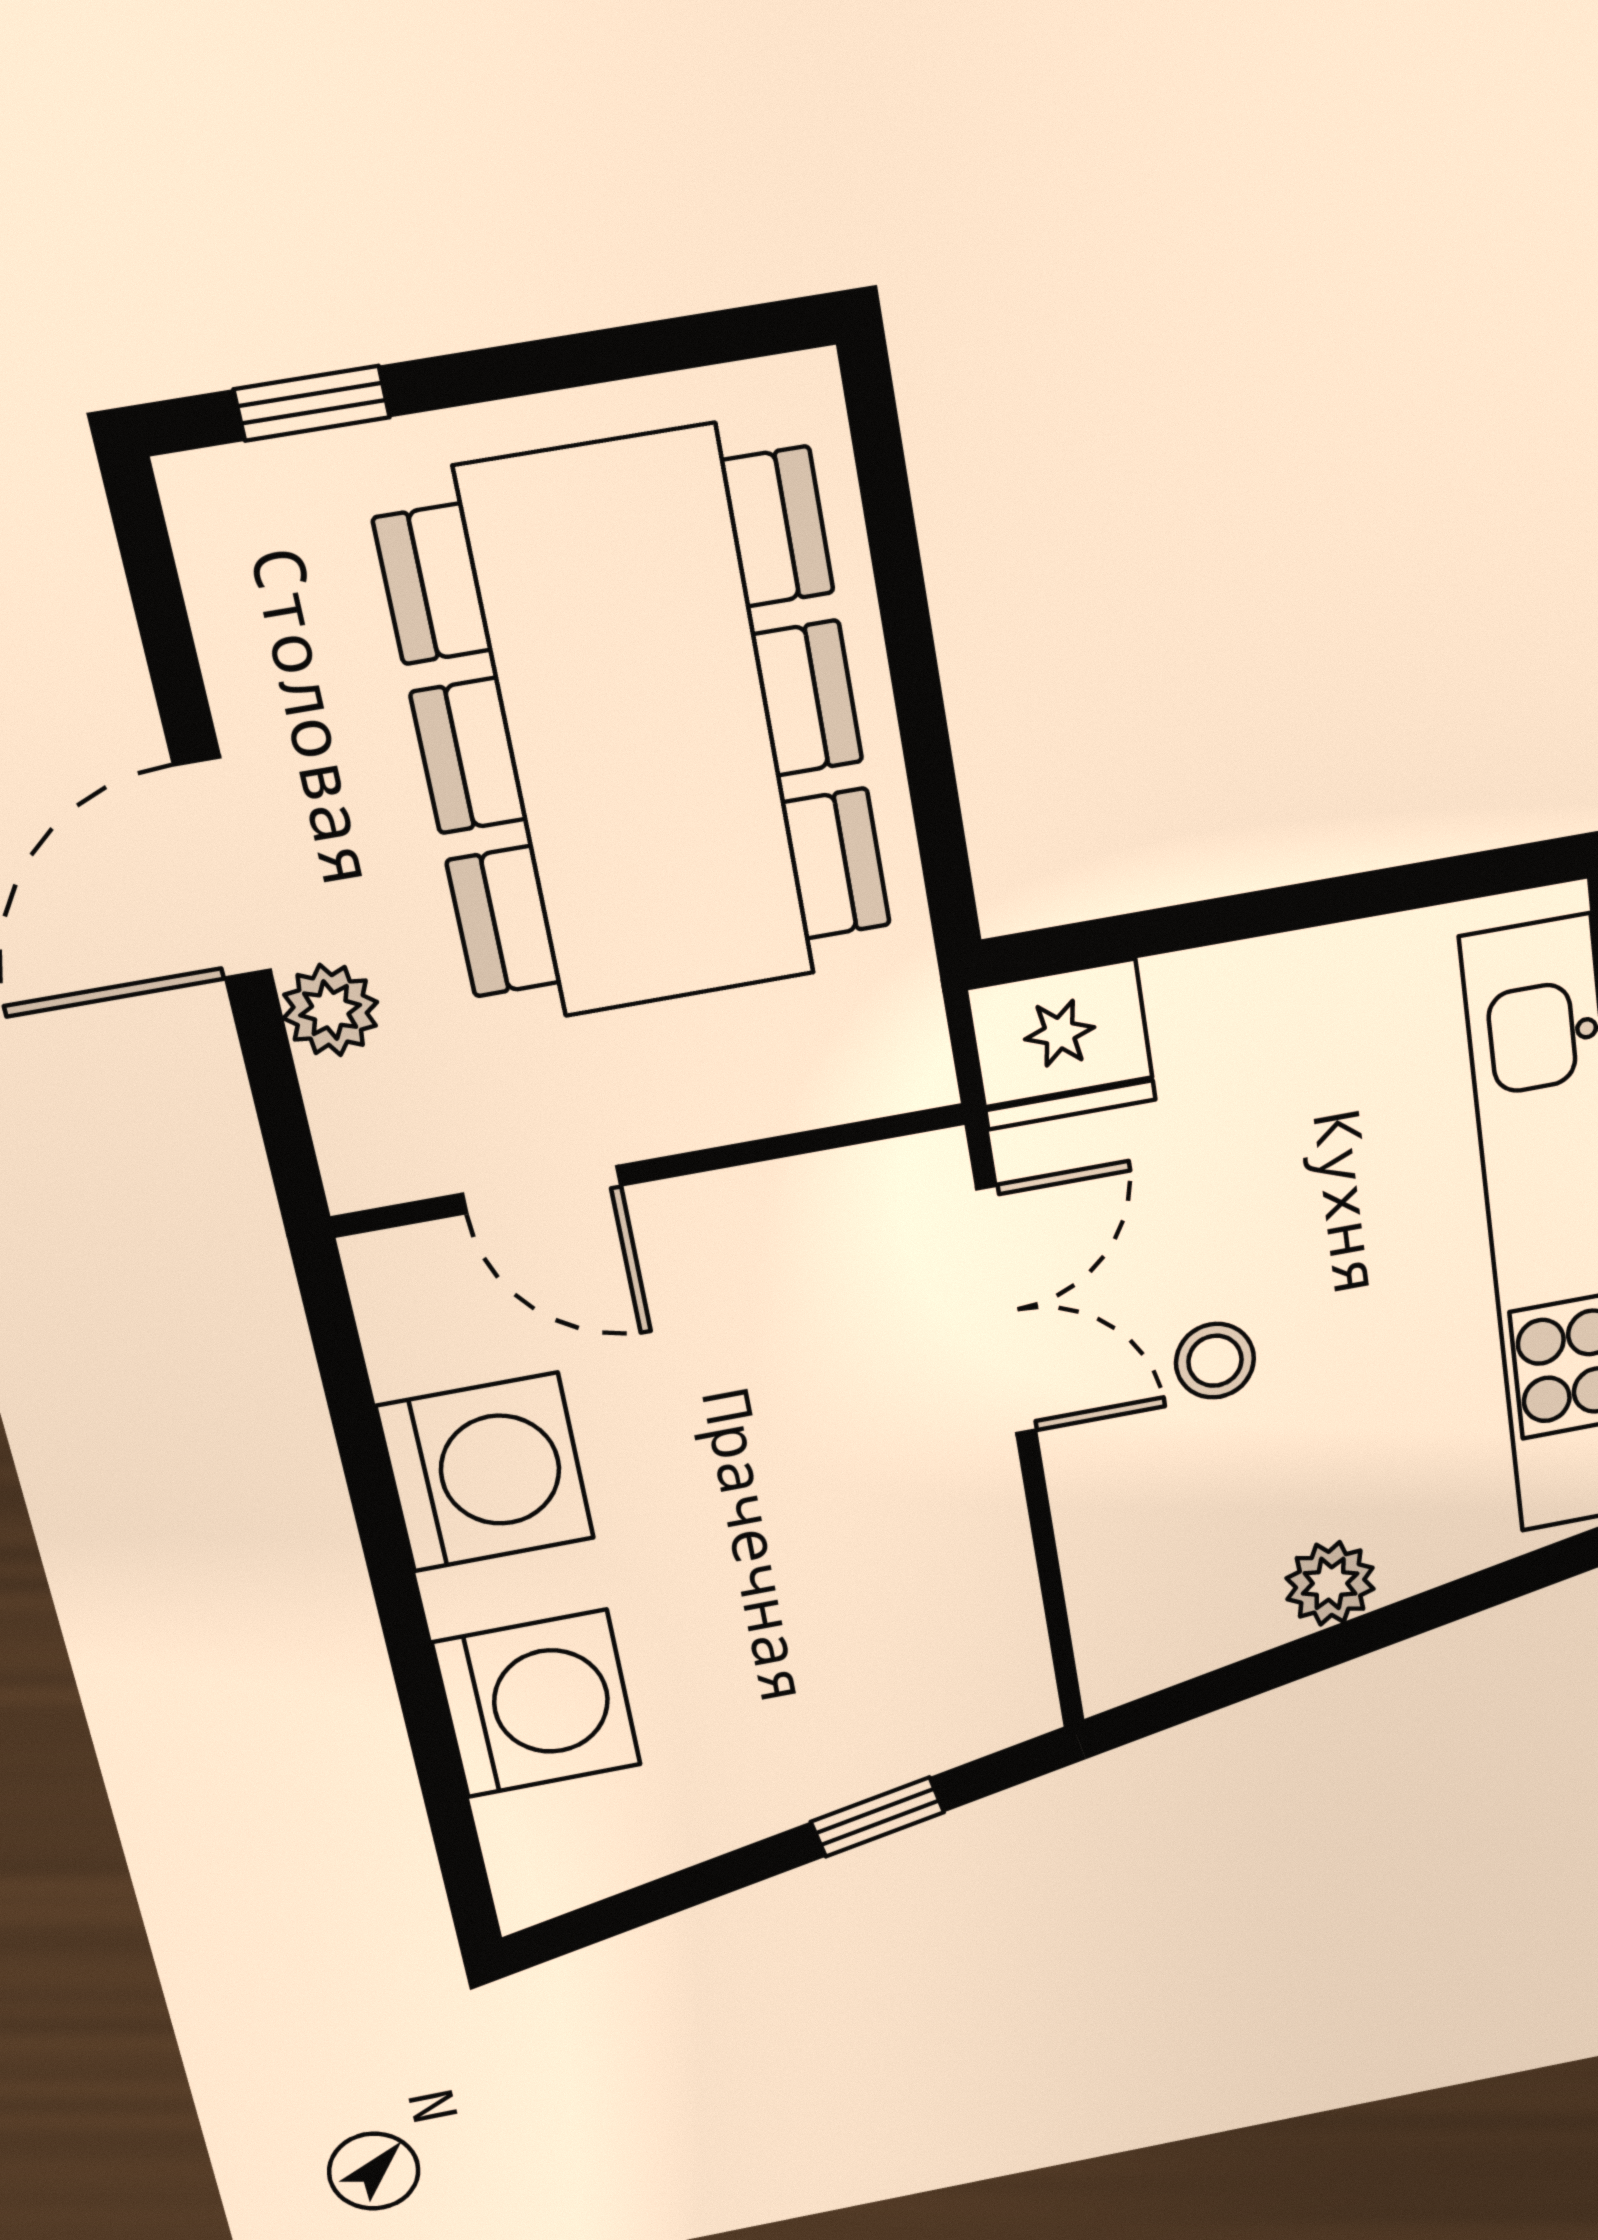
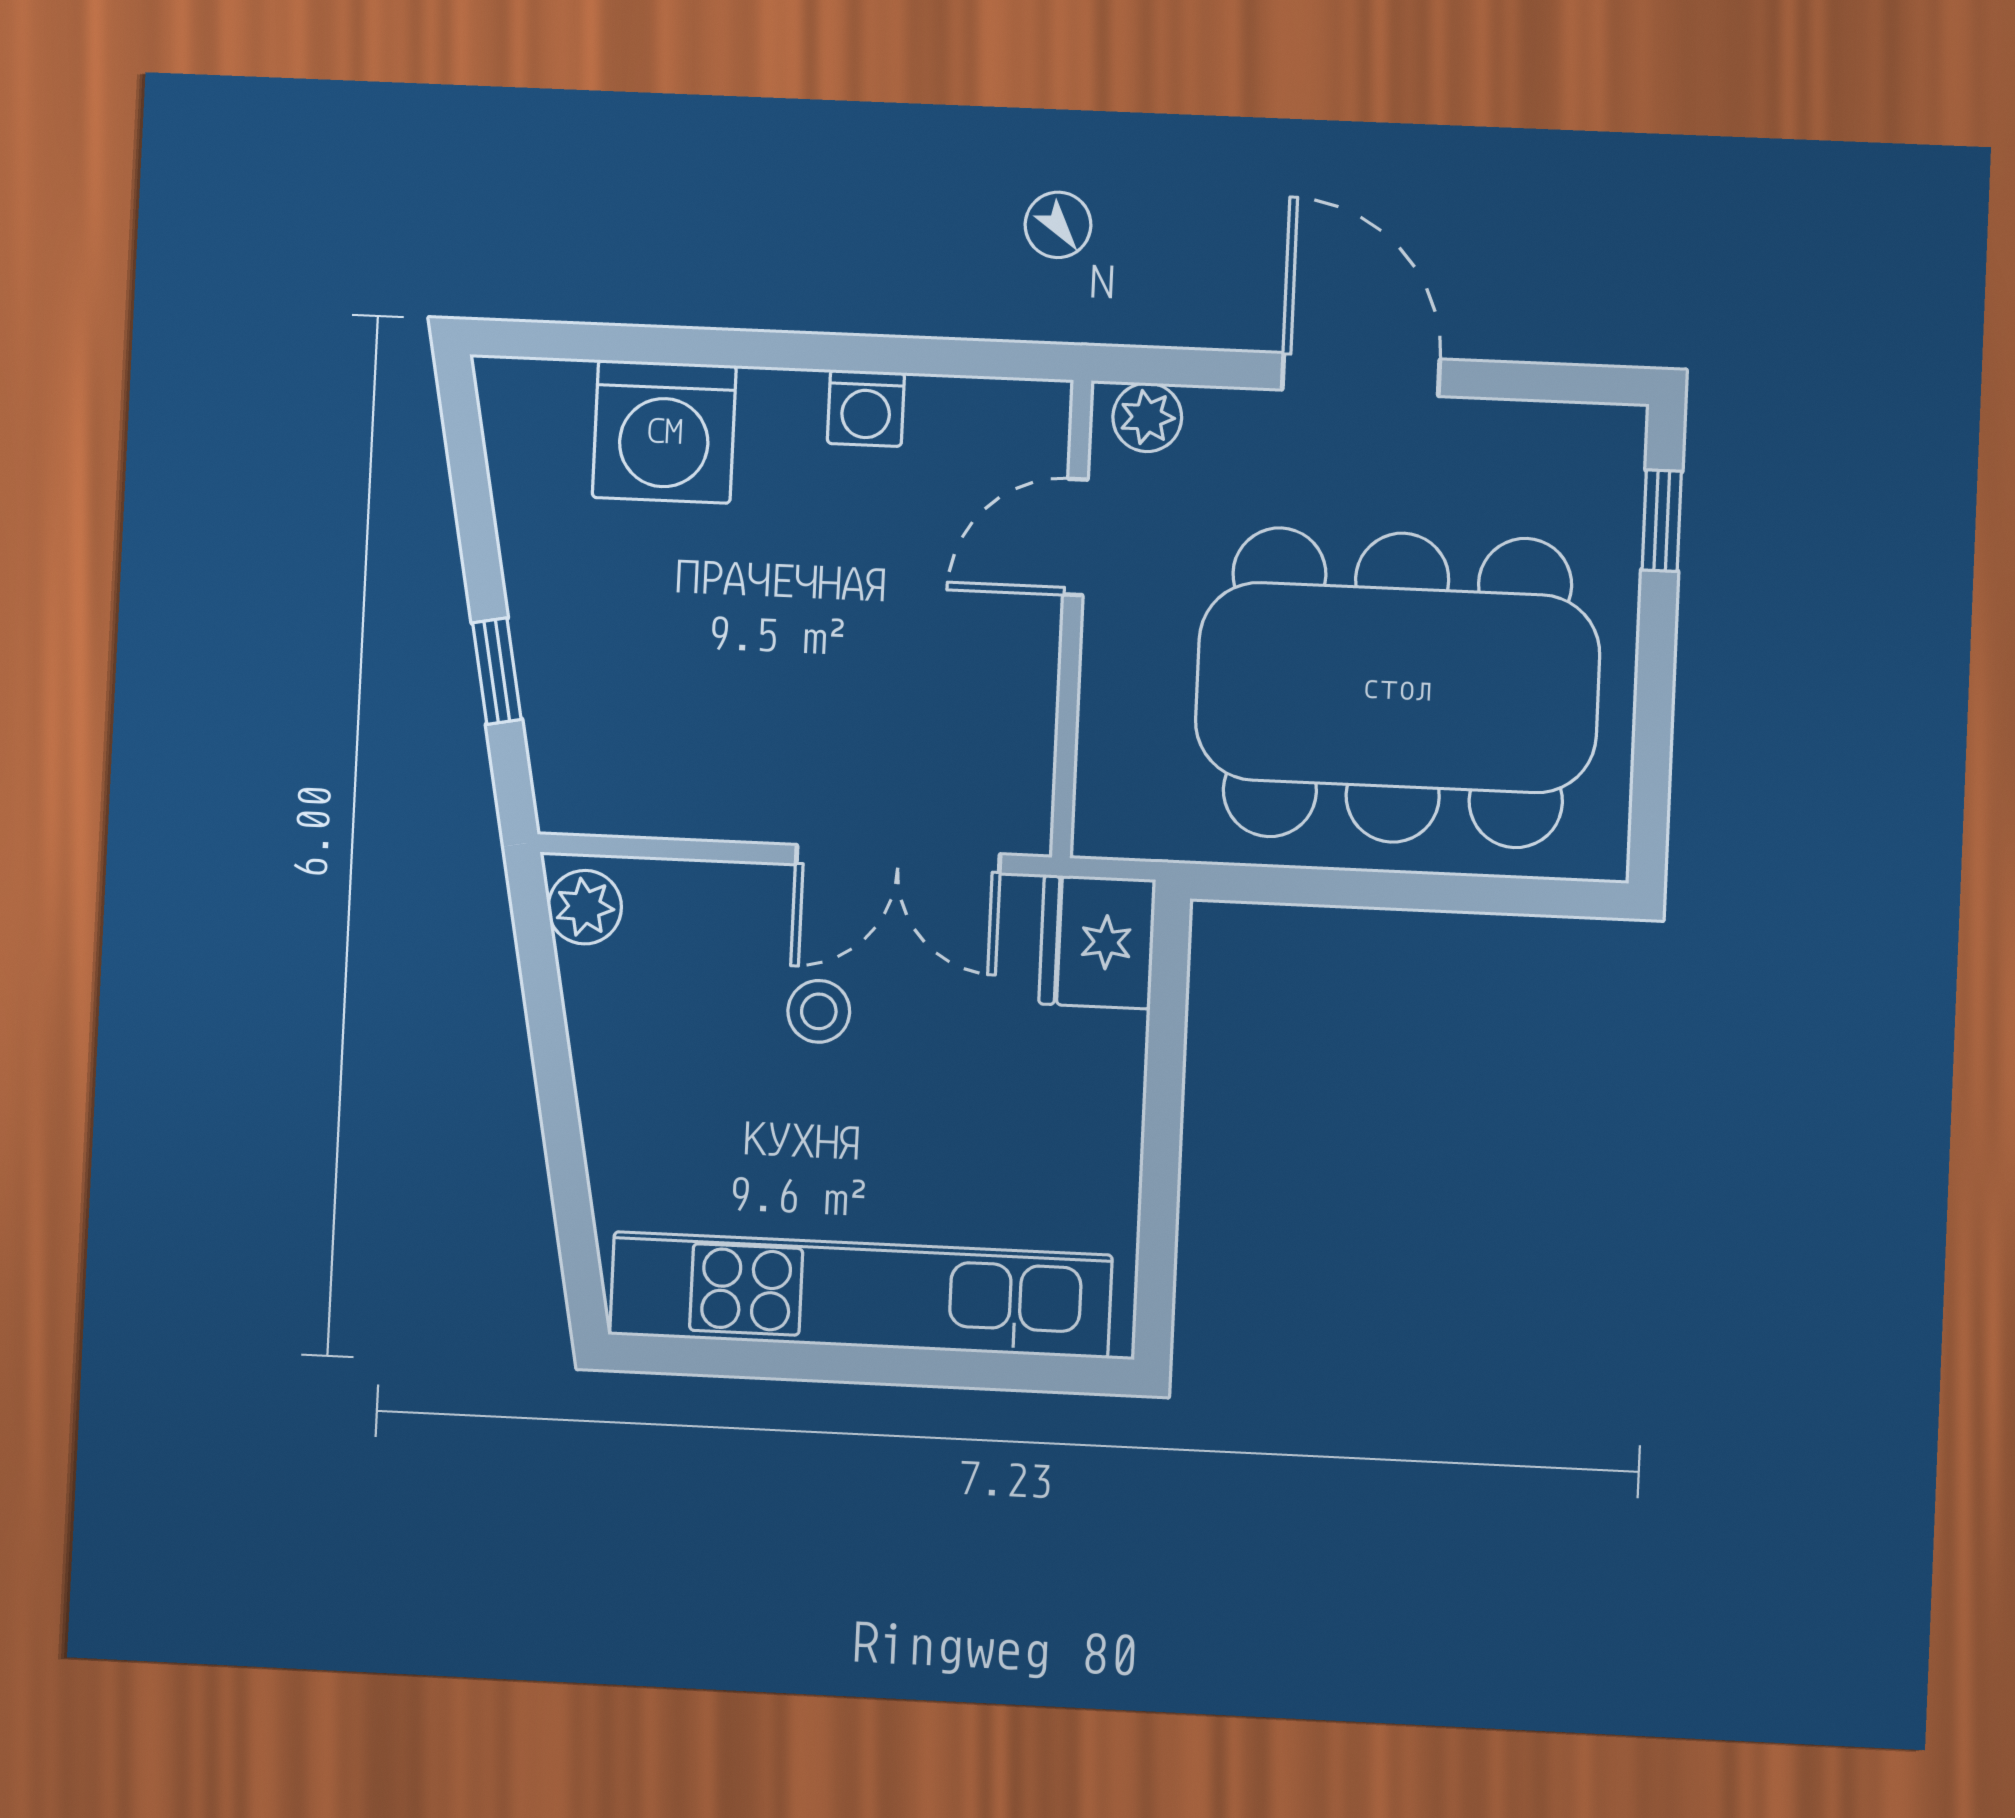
plant: (330, 1010) -> (1147, 417), moved
washing machine: (486, 1472) -> (866, 408), width x0.53, depth x0.53
plant: (1330, 1583) -> (585, 907), moved

